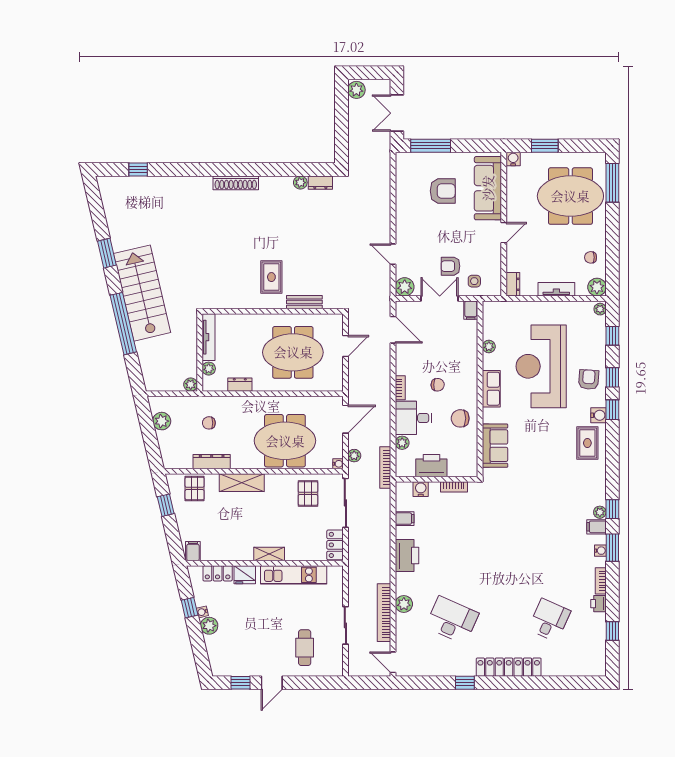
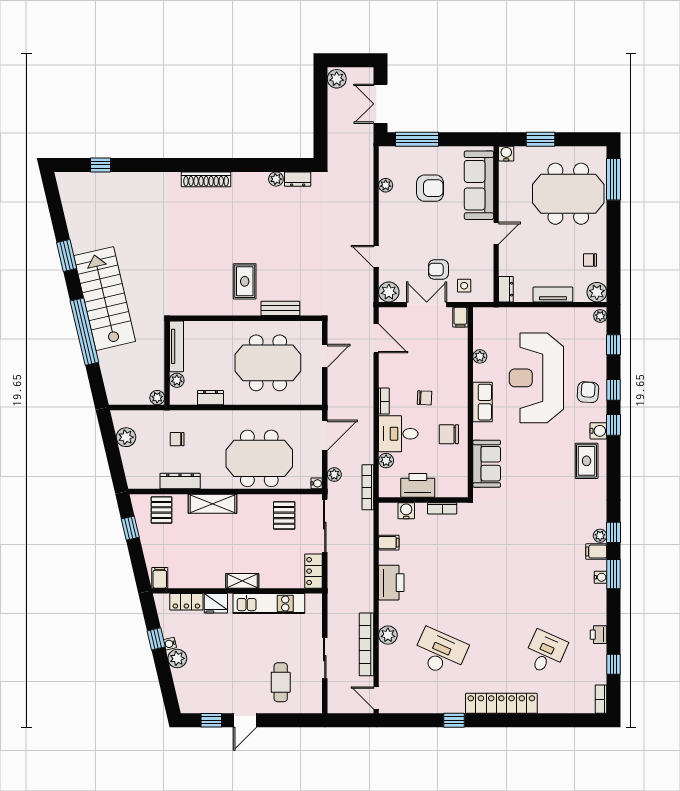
plant: (402, 188) -> (386, 185), added
bookcase: (601, 581) -> (601, 699), moved

